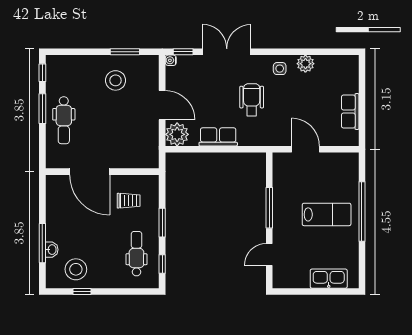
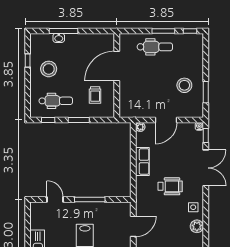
dental chair: (64, 120) -> (155, 47), turned 180
plant: (177, 134) -> (140, 127), width x0.53, depth x0.53
stool: (76, 269) -> (49, 69), moved

